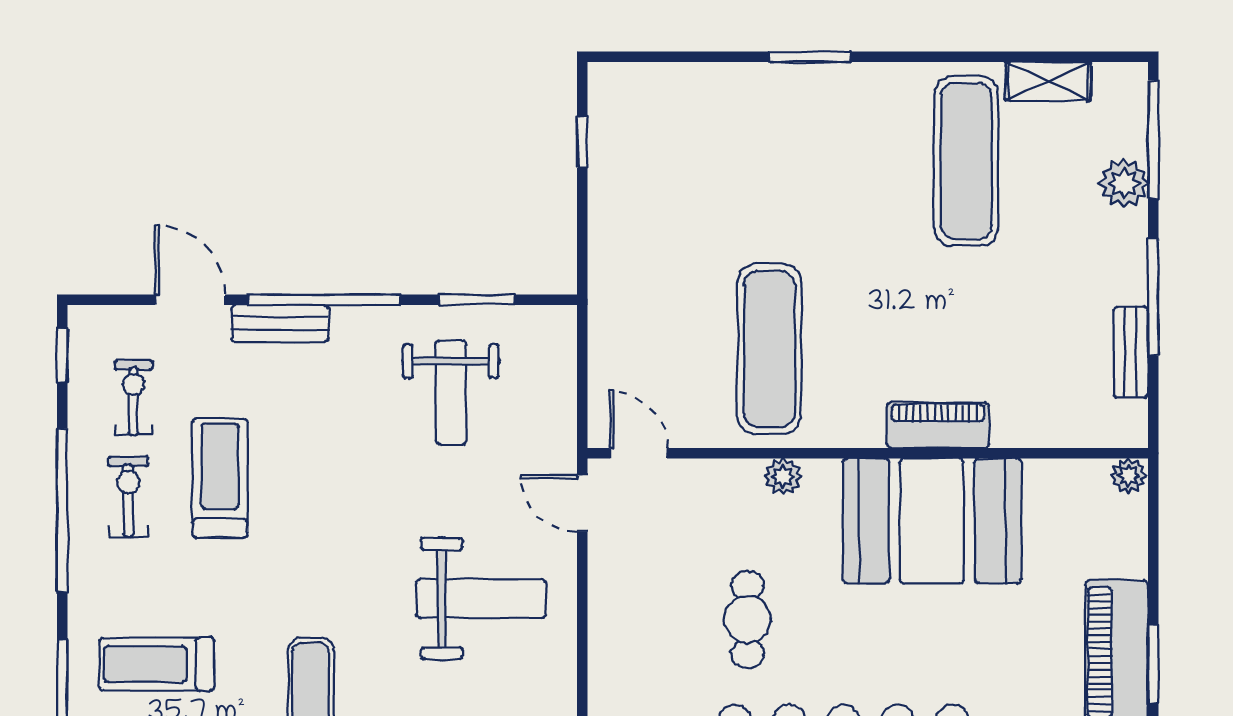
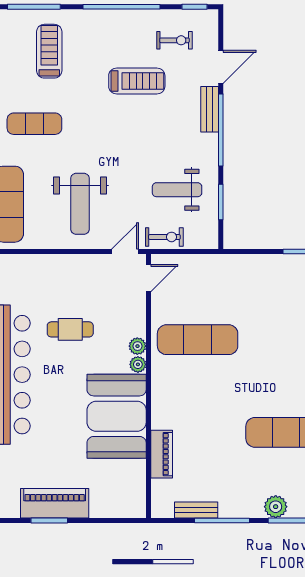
piano: (938, 425) -> (162, 454), moved
plant: (1129, 476) -> (138, 364), moved
exercise bike: (128, 497) -> (164, 237), moved

